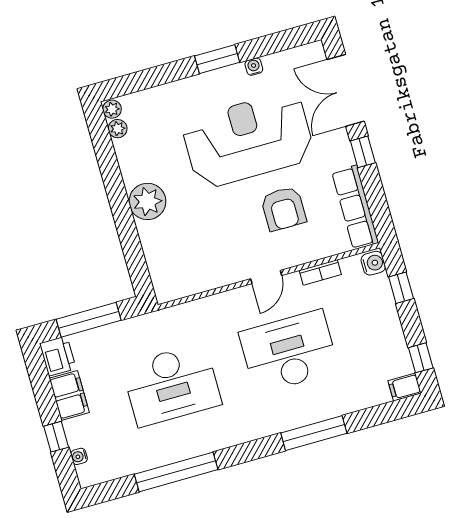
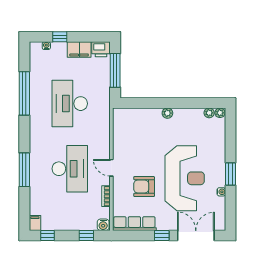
plant: (147, 201) -> (167, 113), width x0.53, depth x0.53

